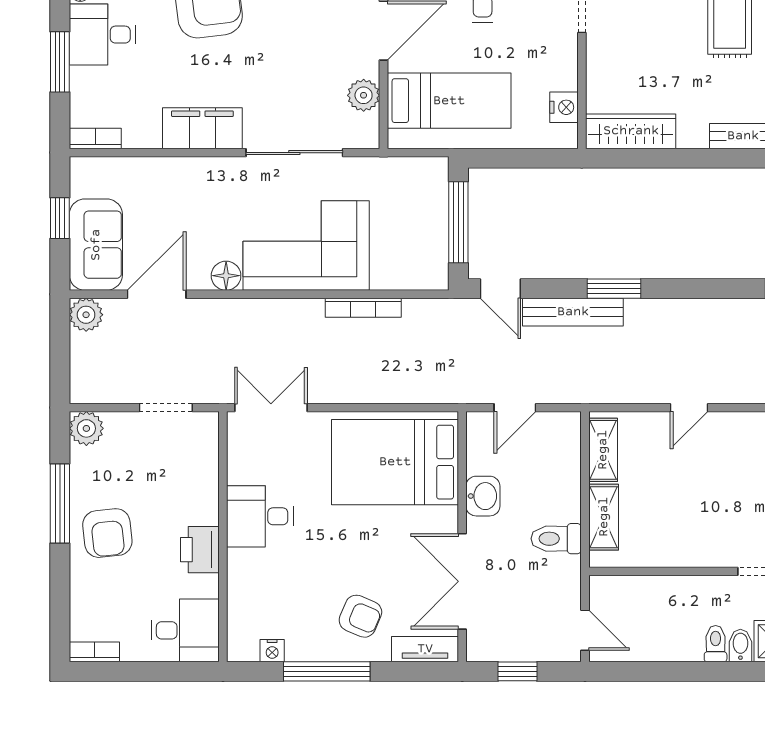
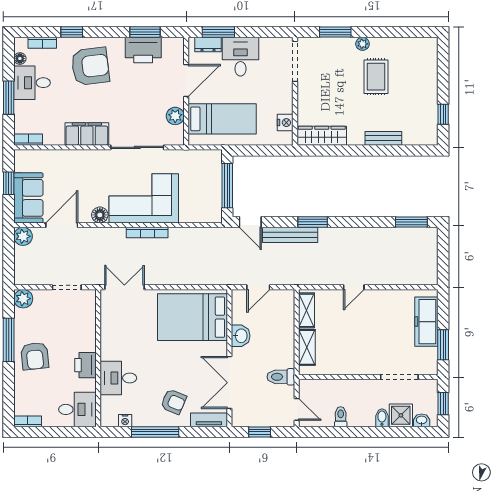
bookcase: (363, 308) -> (147, 232), moved
desk: (260, 516) -> (118, 378), moved
toilet: (556, 539) -> (281, 377), moved
toilet: (716, 644) -> (341, 417), moved

